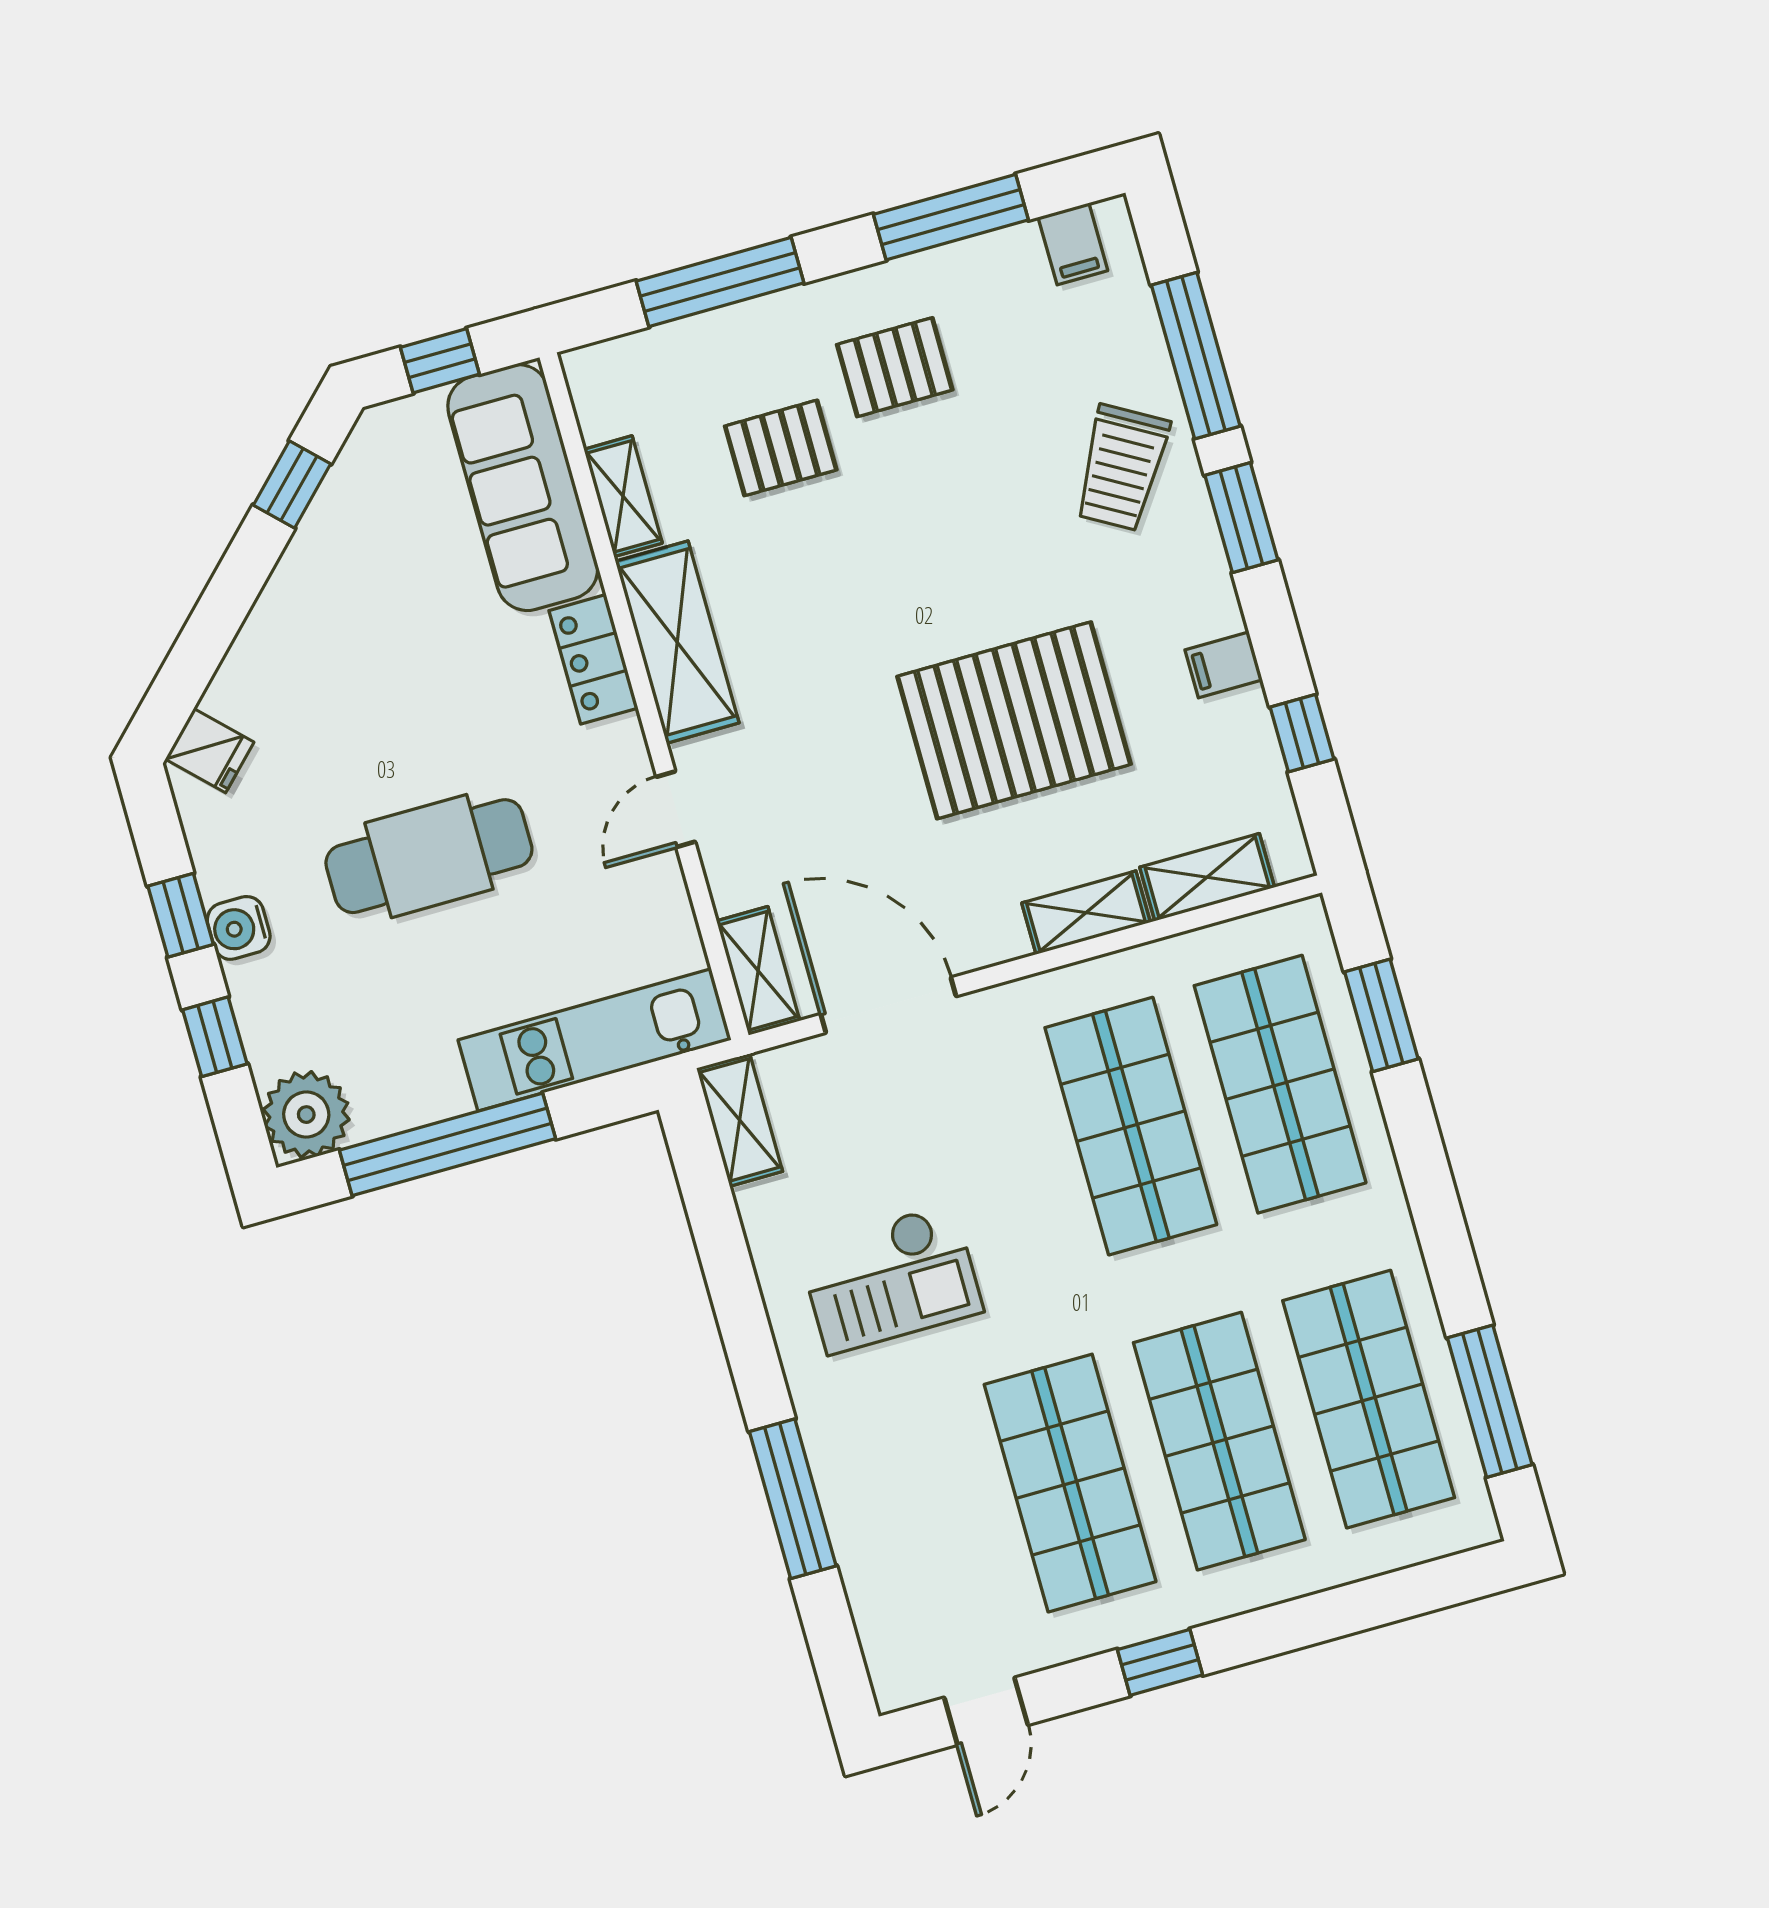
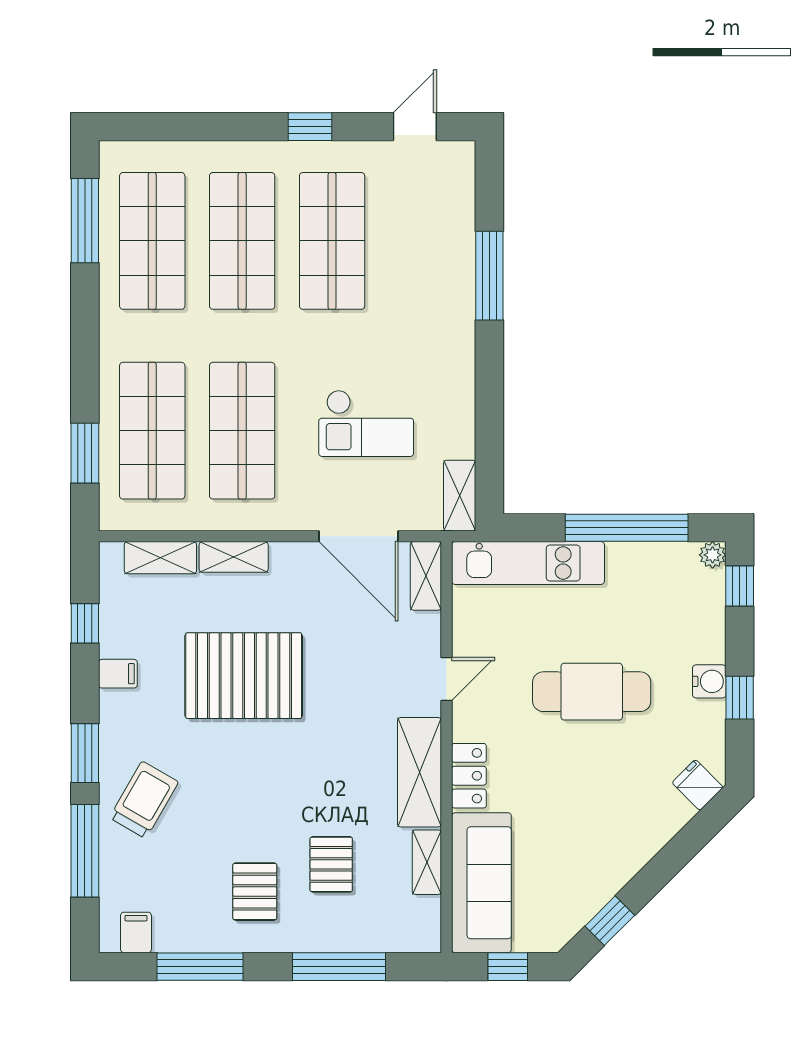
pallet: (895, 367) -> (255, 892), turned 90
pallet: (781, 448) -> (331, 864), turned 90
window: (215, 1037) -> (740, 586), moved
plant: (306, 1115) -> (713, 555), width x0.53, depth x0.53
checkout: (890, 1279) -> (366, 423), moved, turned 180

